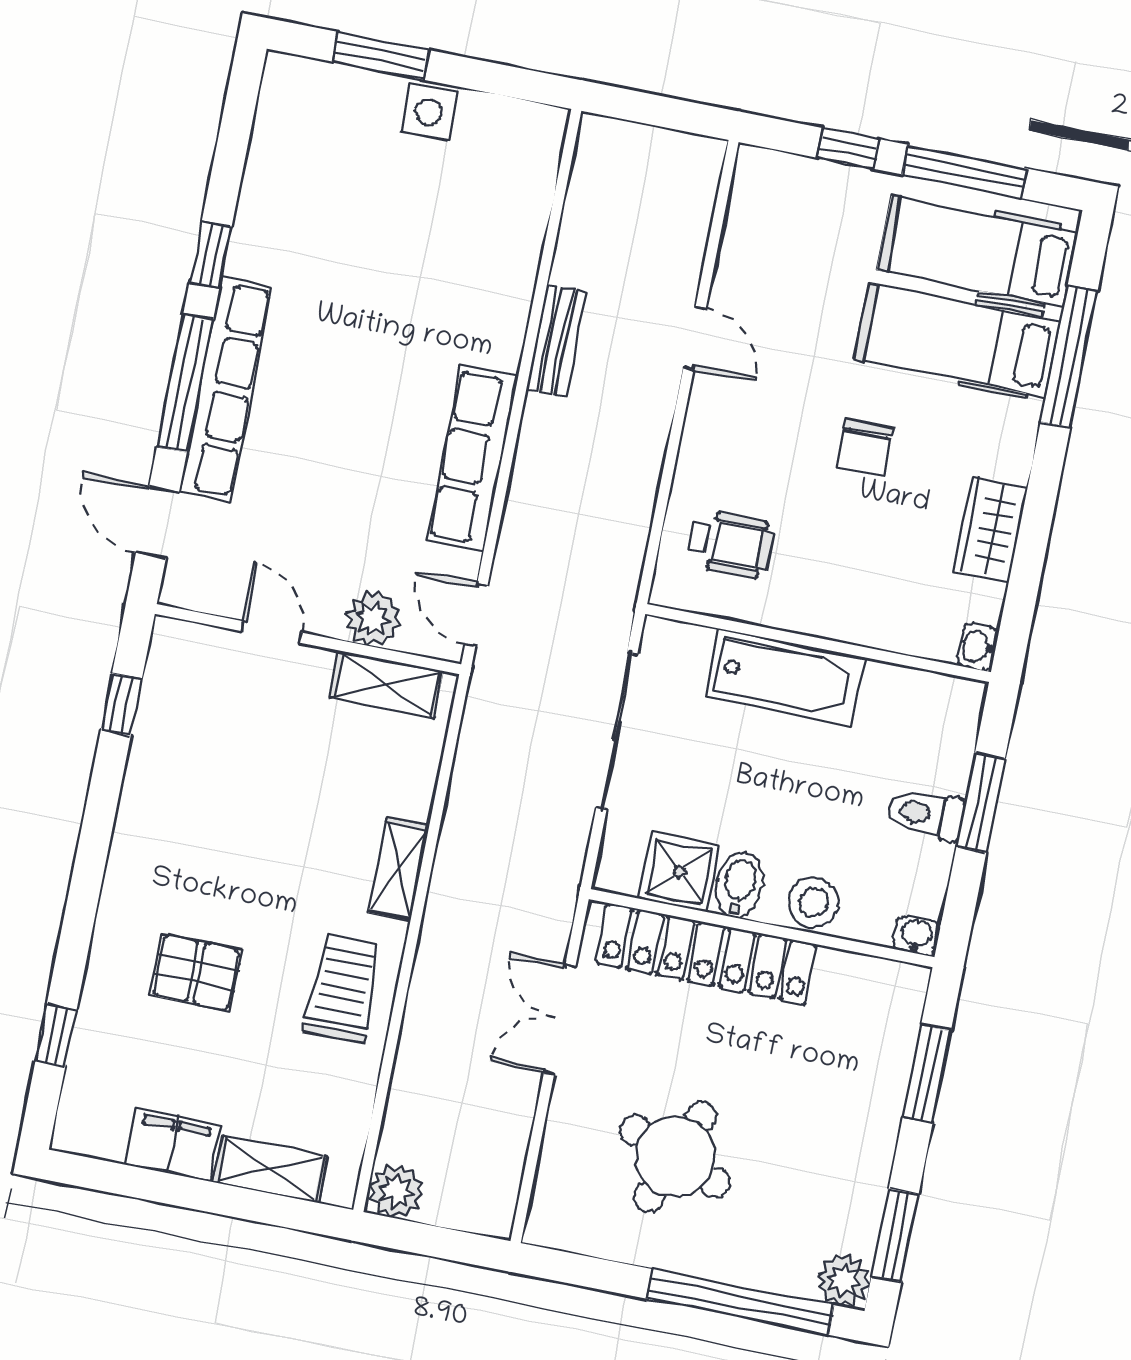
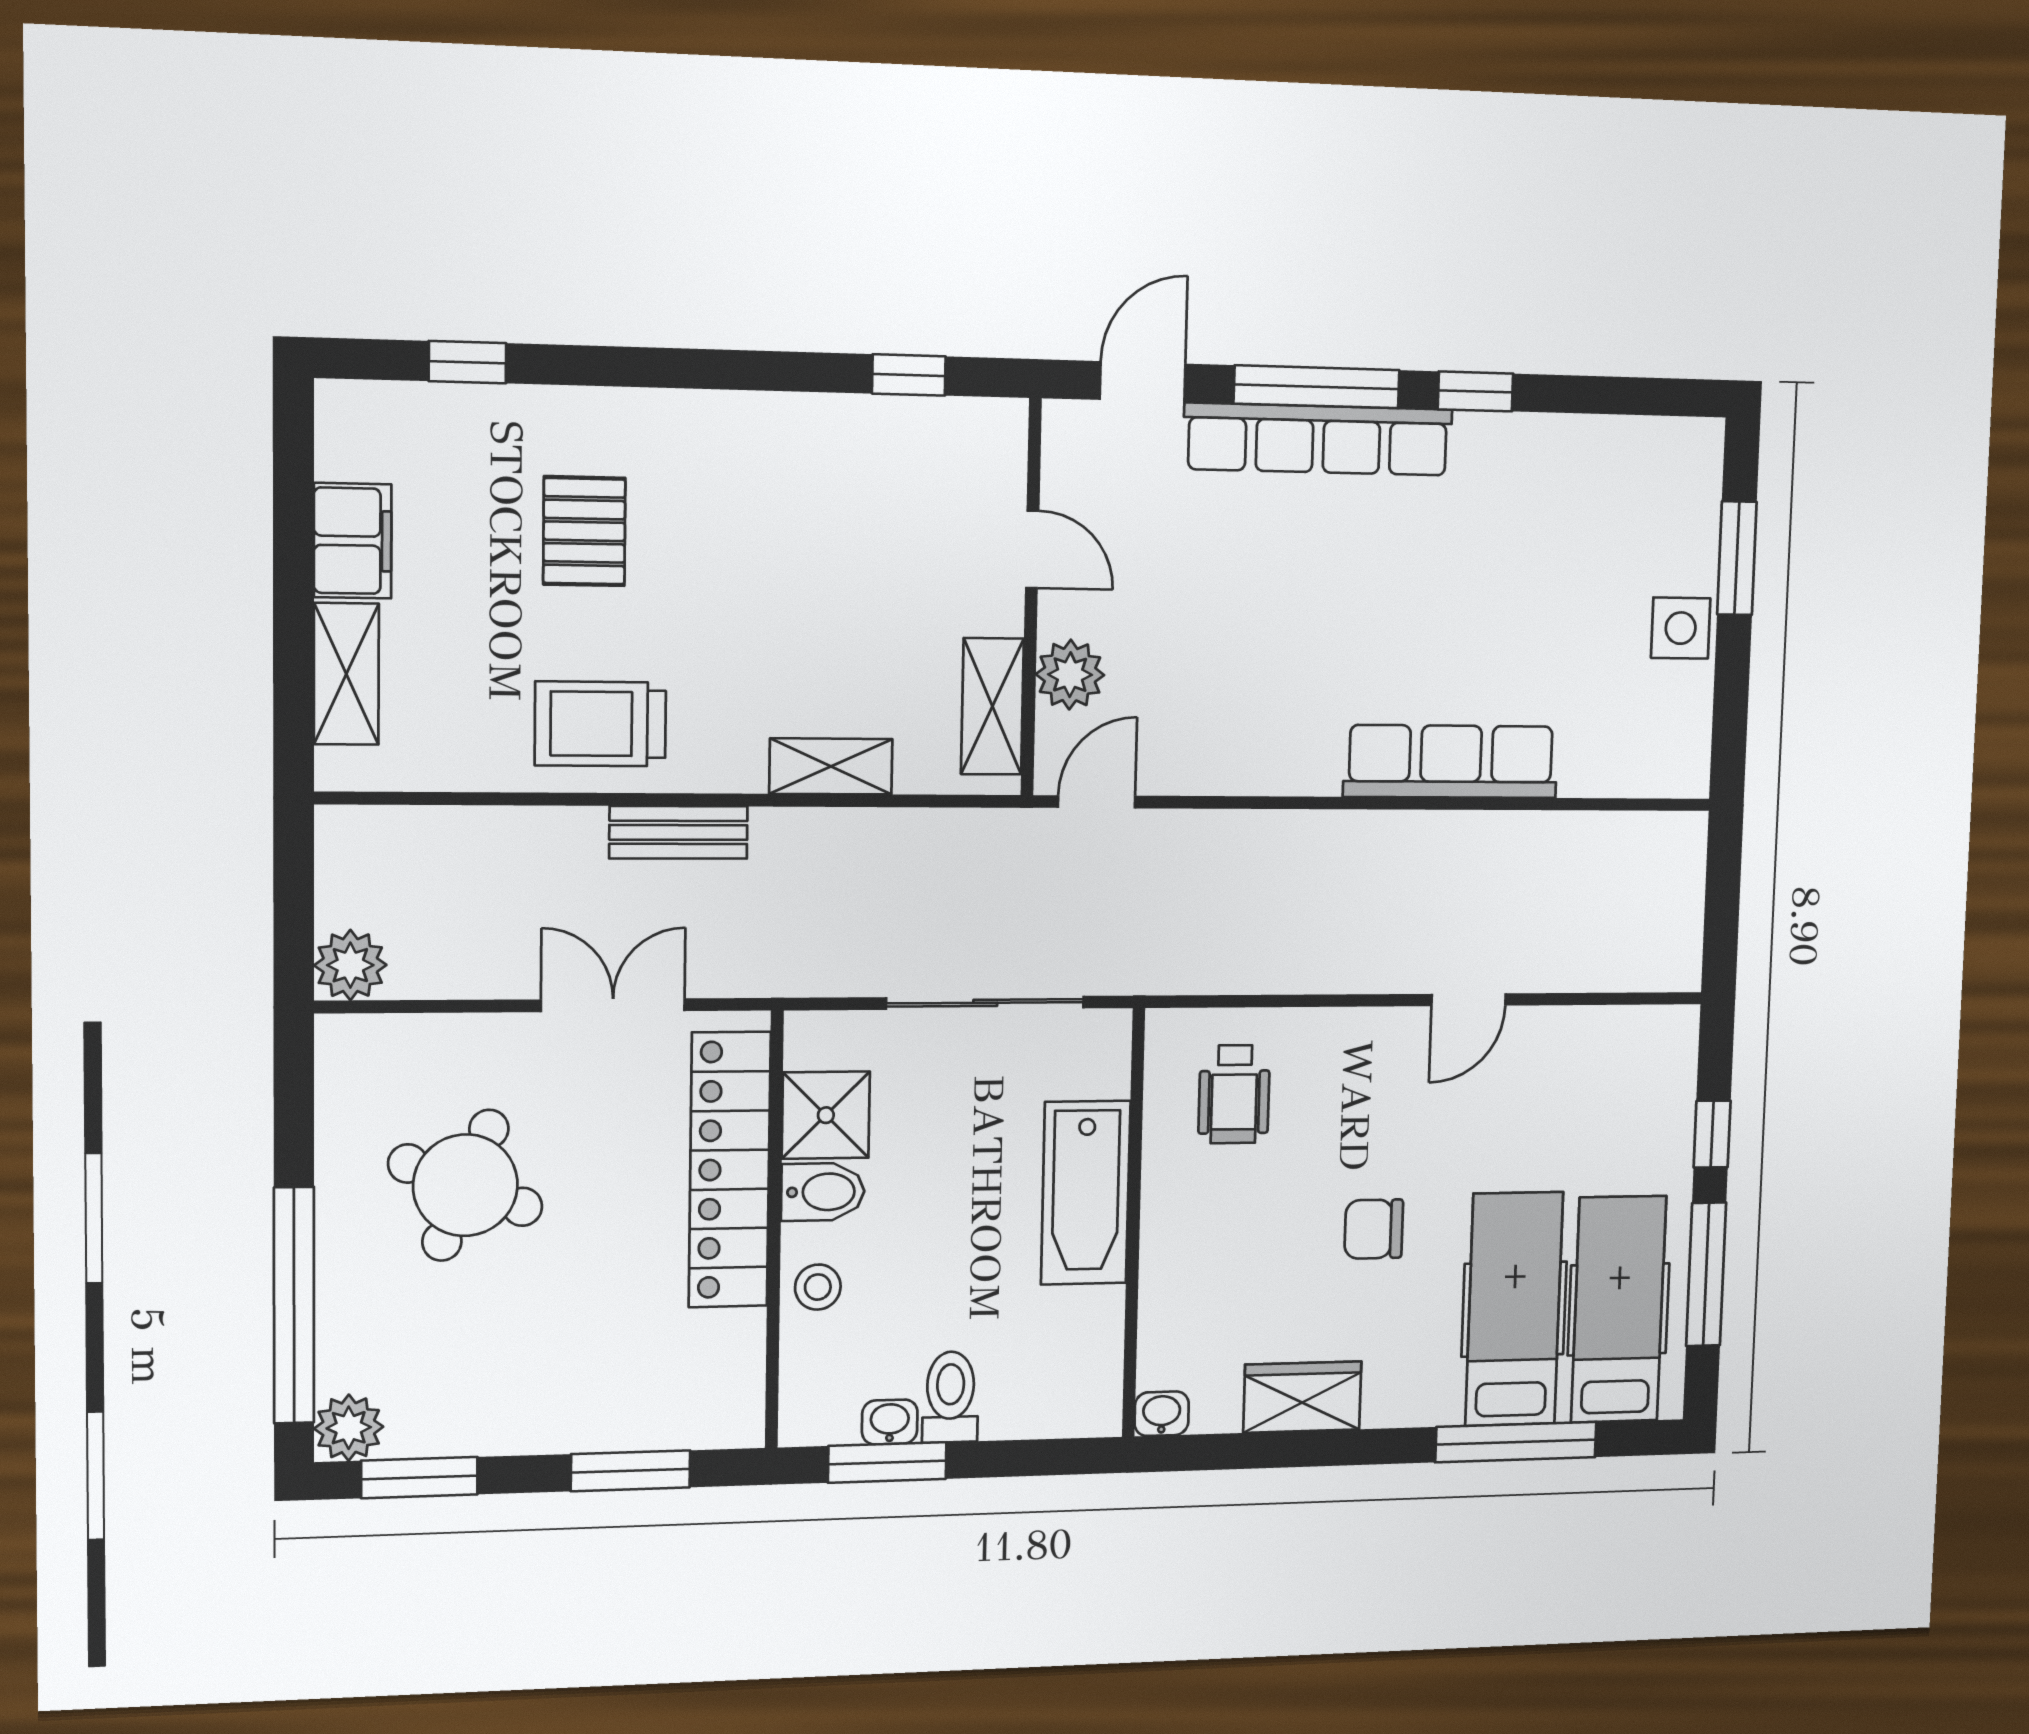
bench: (556, 341) -> (678, 832), moved
row of seats: (473, 458) -> (1451, 762), moved
door: (271, 632) -> (1032, 549), hinge flipped
window: (981, 803) -> (887, 1462), moved
shelving: (399, 869) -> (831, 766), moved
stool: (814, 903) -> (818, 1287), width x0.73, depth x0.73
washbasin: (916, 935) -> (890, 1422), moved, turned -90
trolley: (343, 988) -> (600, 724), turned 180
plant: (396, 1191) -> (350, 965), moved

